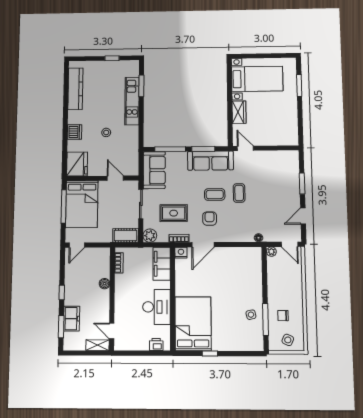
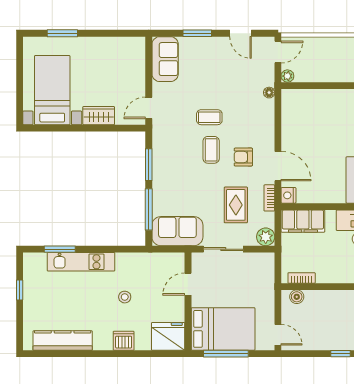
sofa: (211, 161) -> (165, 59), moved, width x0.73
cot: (126, 235) -> (265, 269), removed
boiler: (105, 284) -> (297, 297), moved

